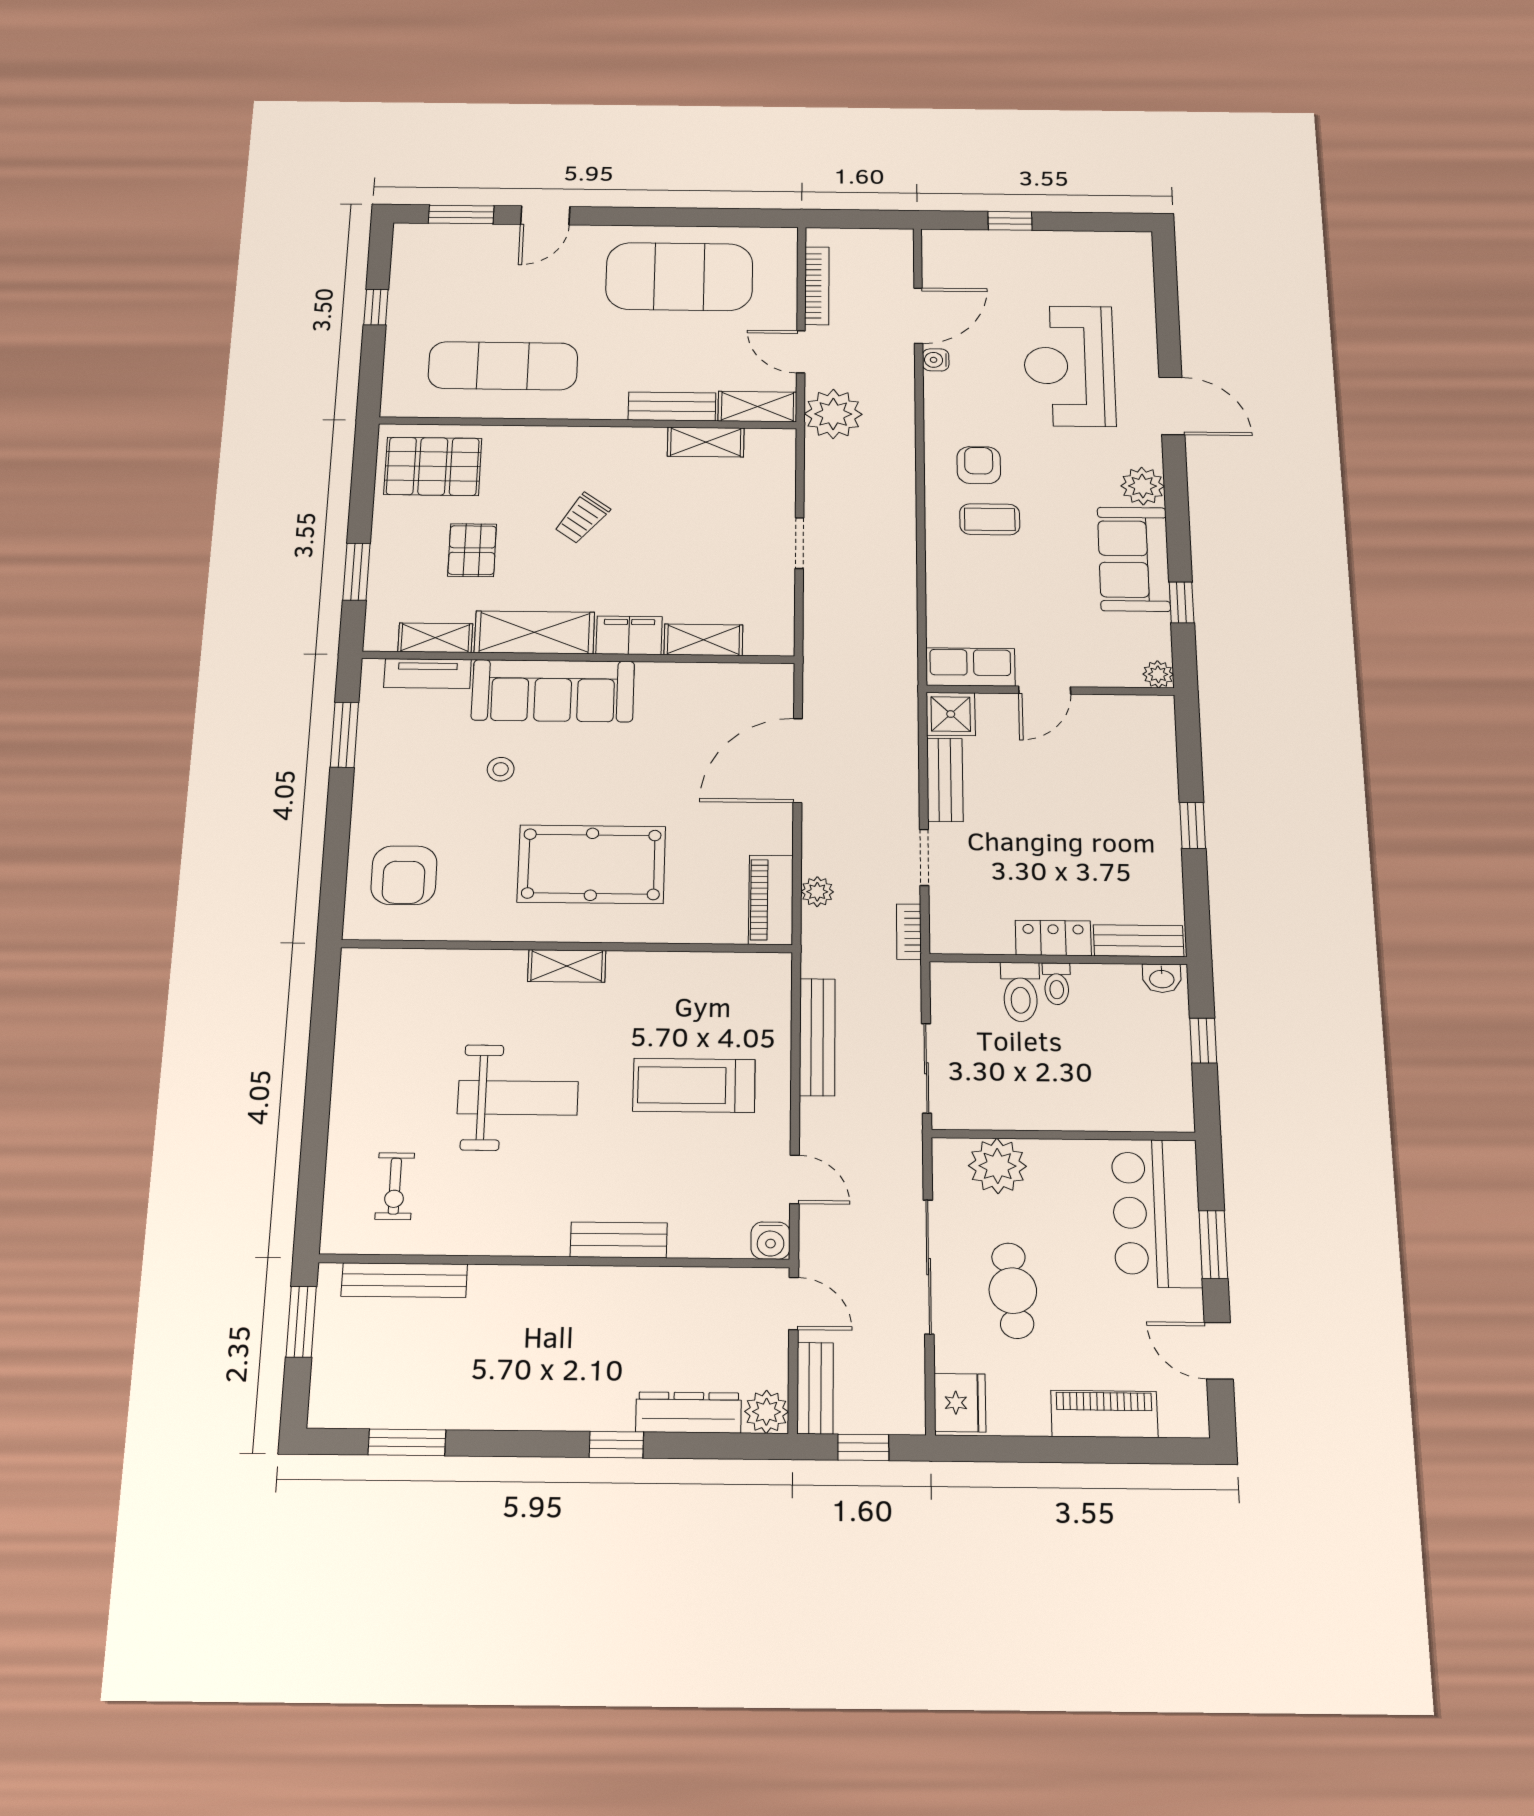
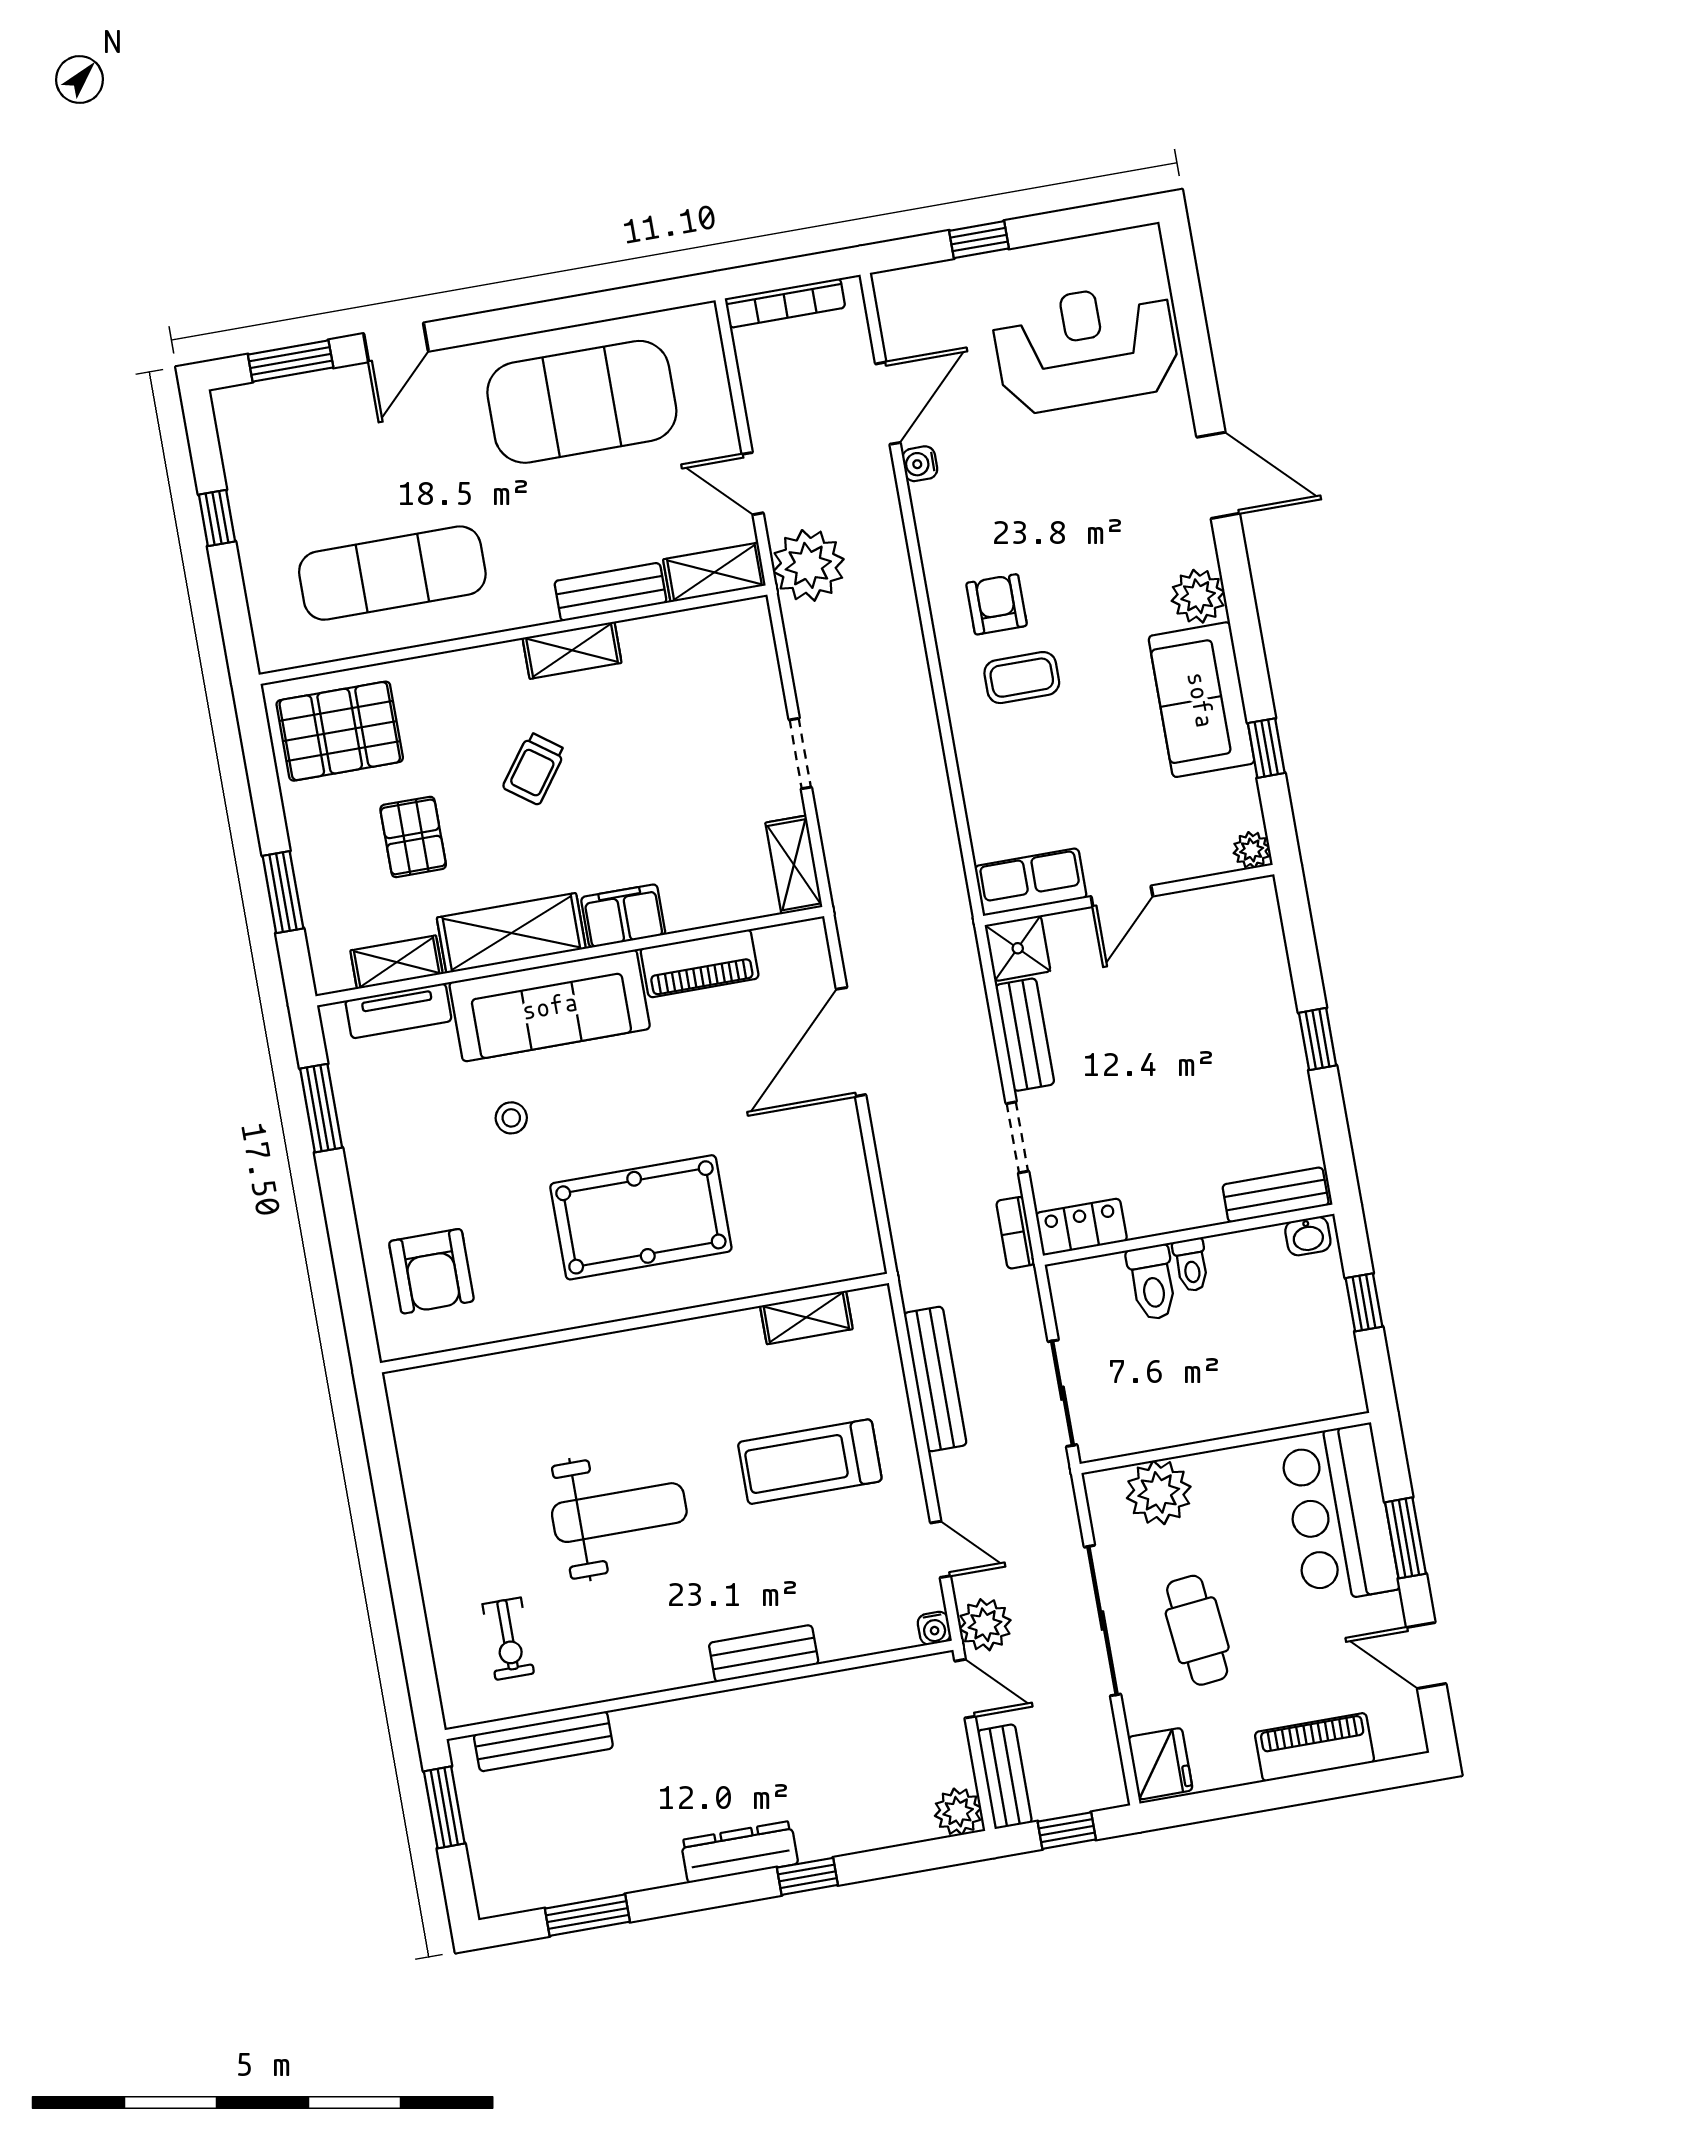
bookcase: (817, 286) -> (785, 303), moved, turned 90
reception desk: (1069, 366) -> (1086, 348), moved, turned 90
shelving: (706, 442) -> (572, 650), moved
shelving: (703, 640) -> (794, 865), moved, turned 90
plant: (817, 892) -> (985, 1625), moved, width x1.38, depth x1.38
piano: (771, 900) -> (700, 963), moved, turned -90
locker: (1053, 938) -> (1081, 1227), moved
shelving: (567, 966) -> (806, 1317), moved
water cooler: (771, 1241) -> (934, 1628), width x0.72, depth x0.72
dresser: (689, 1412) -> (739, 1852), moved

